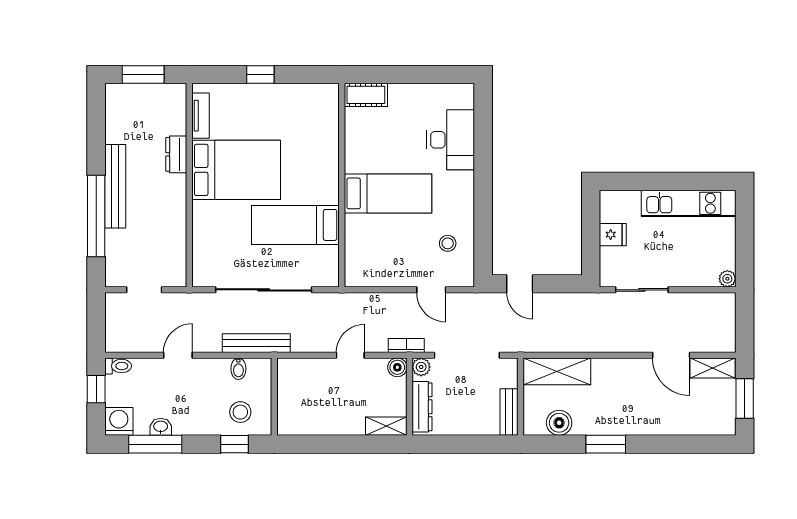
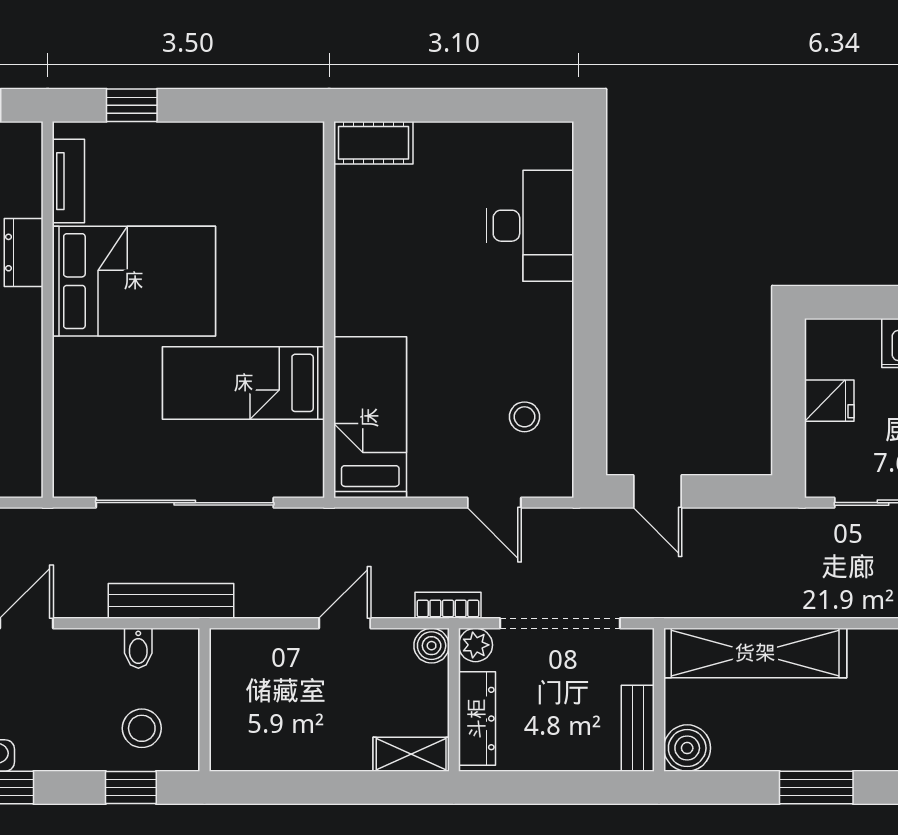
window: (260, 75) -> (132, 105), moved
bed: (388, 193) -> (370, 417), moved, turned -90
shelving: (557, 371) -> (755, 653), width x1.47
boiler: (559, 423) -> (687, 748), moved

